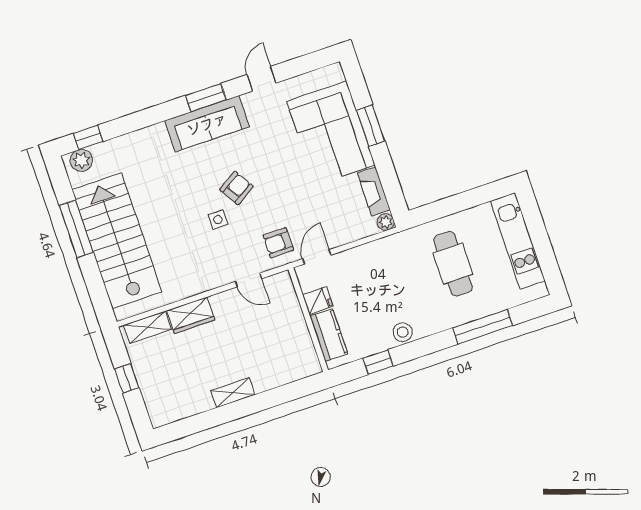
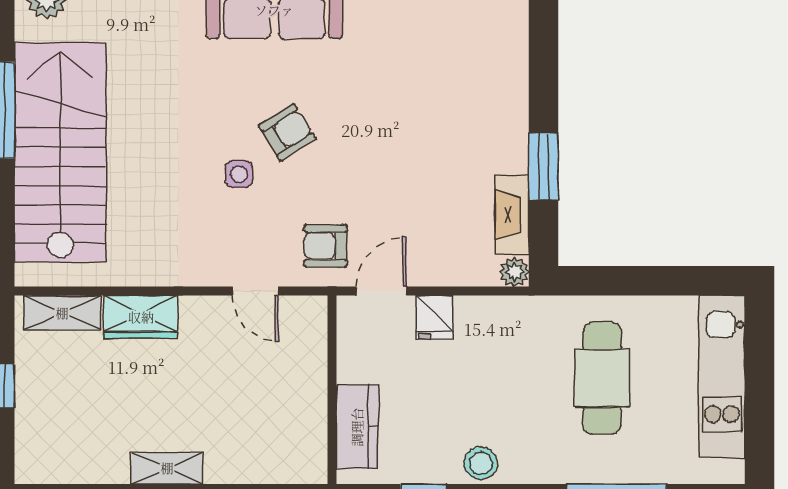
window: (371, 126) -> (544, 167), moved
corner sofa: (331, 133) -> (474, 94), removed
fridge: (318, 300) -> (434, 317), moved, turned 90

